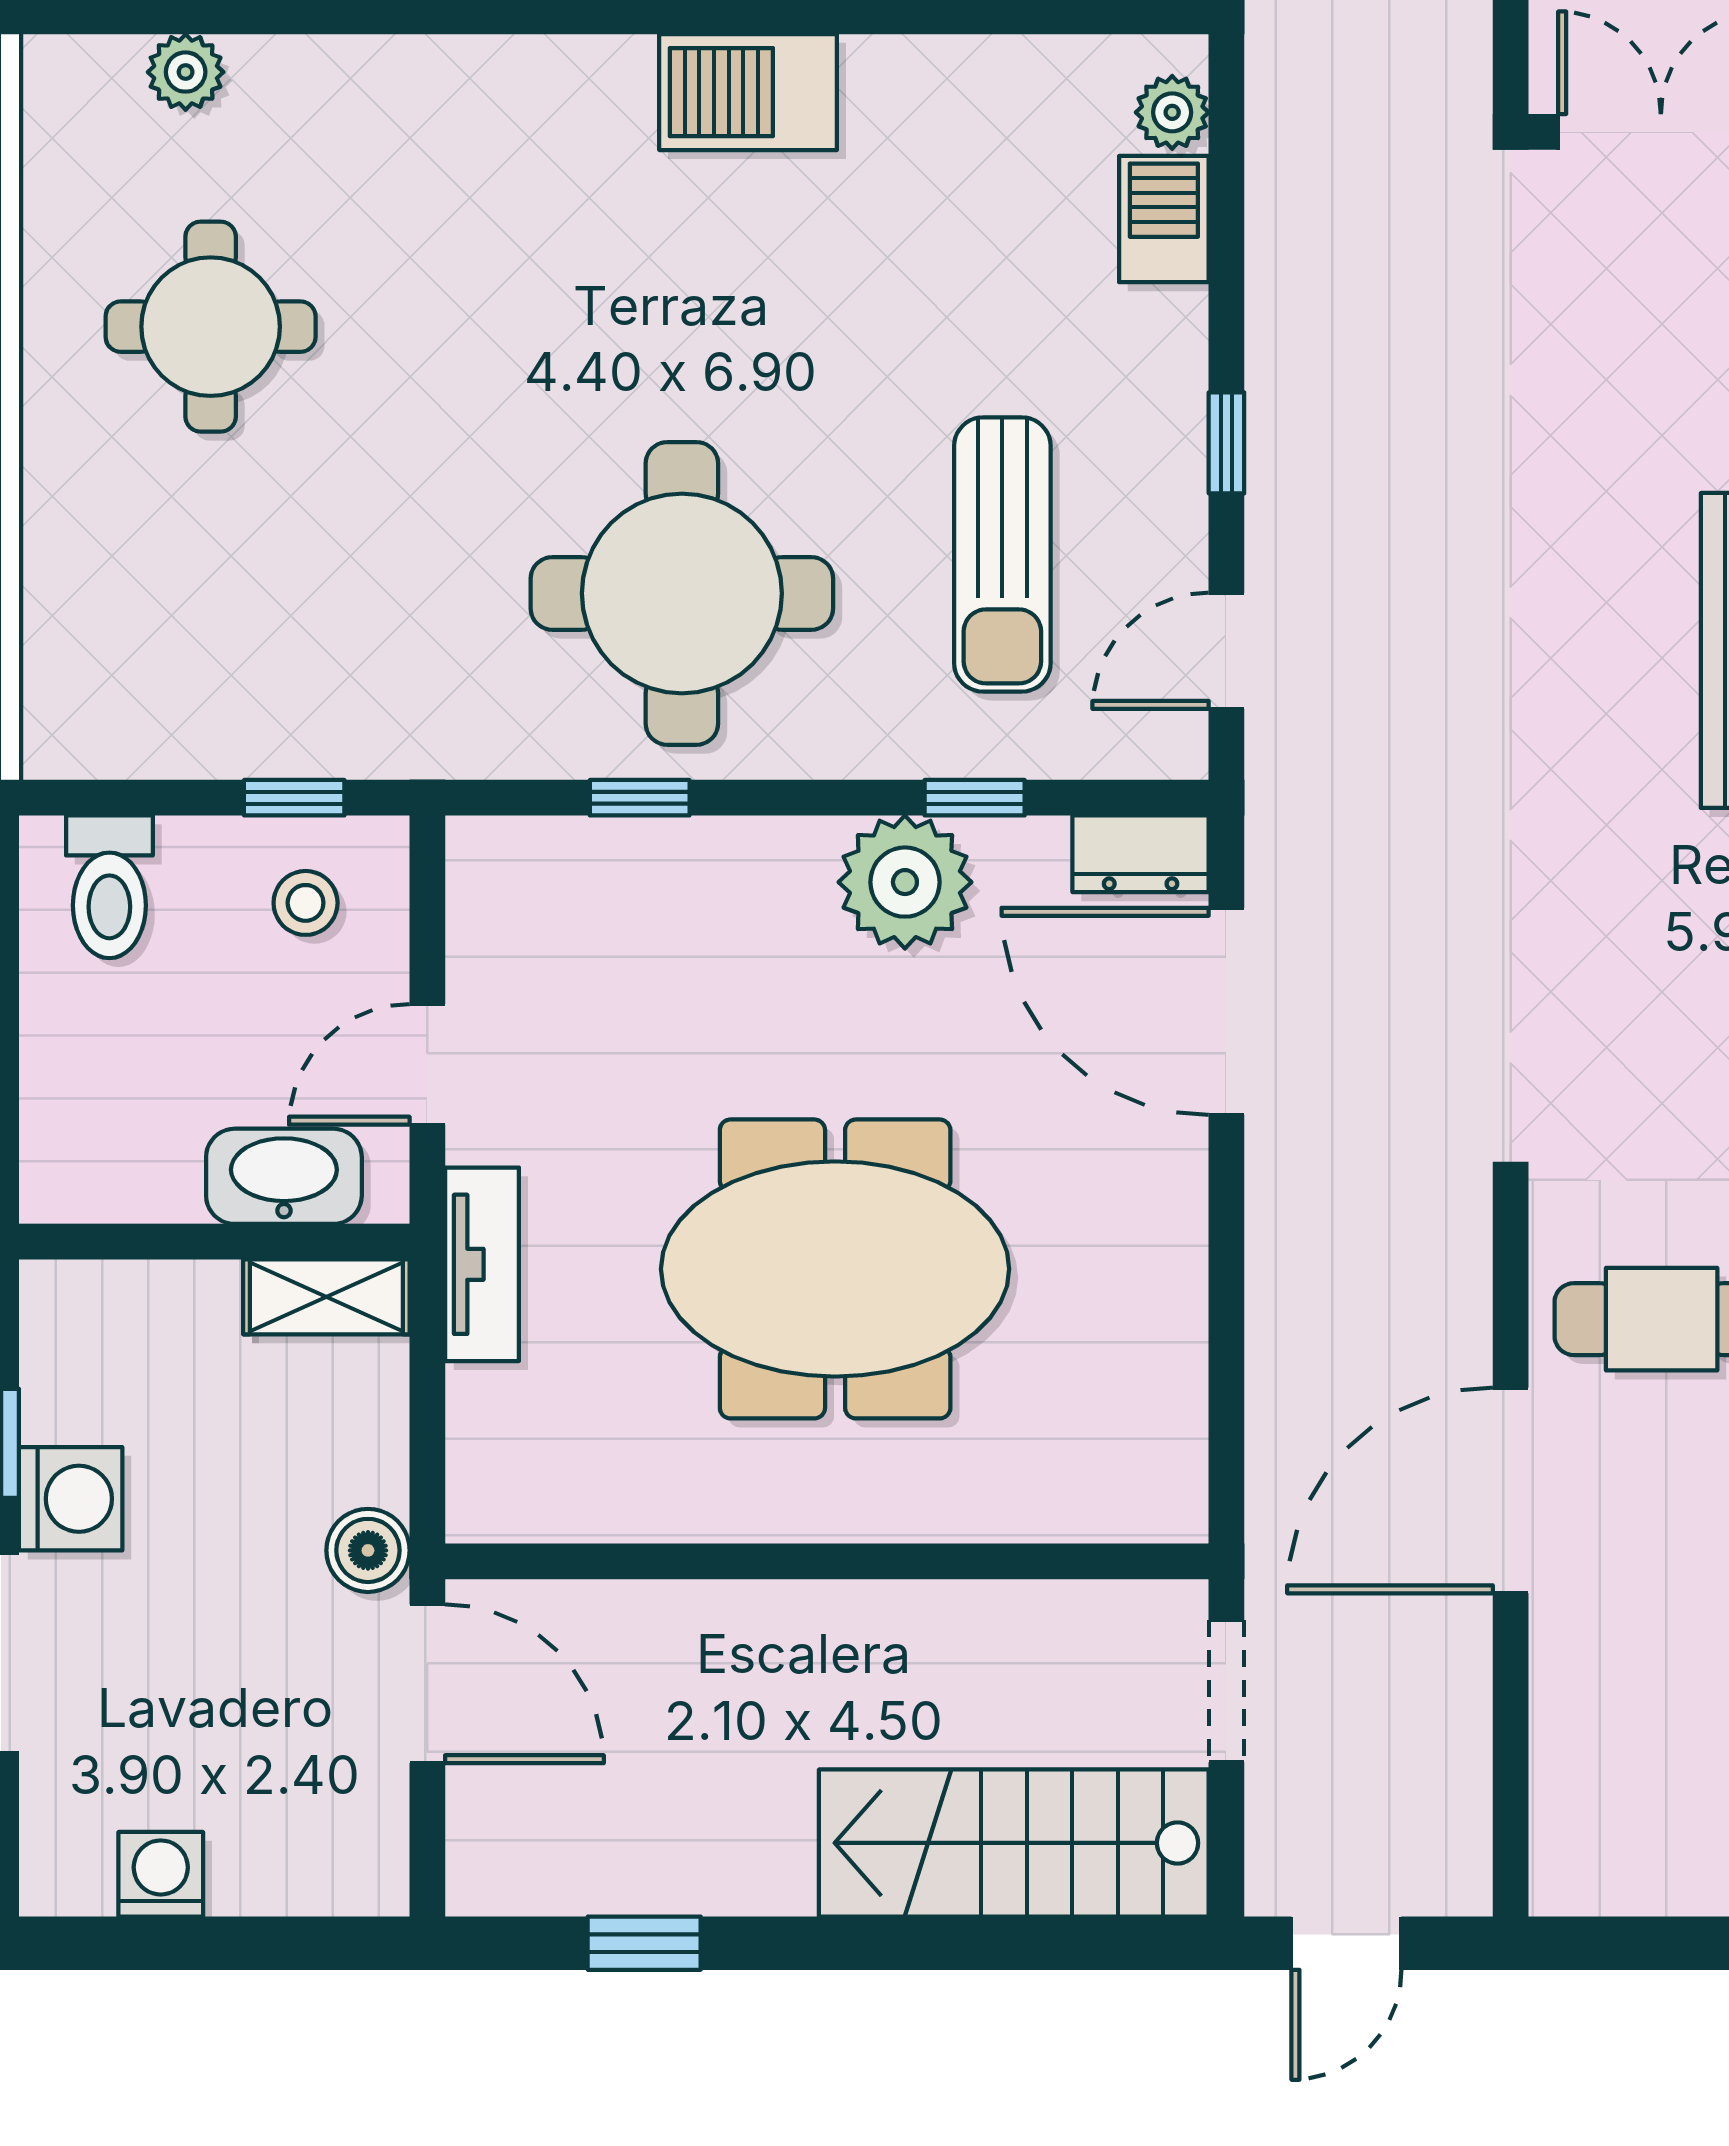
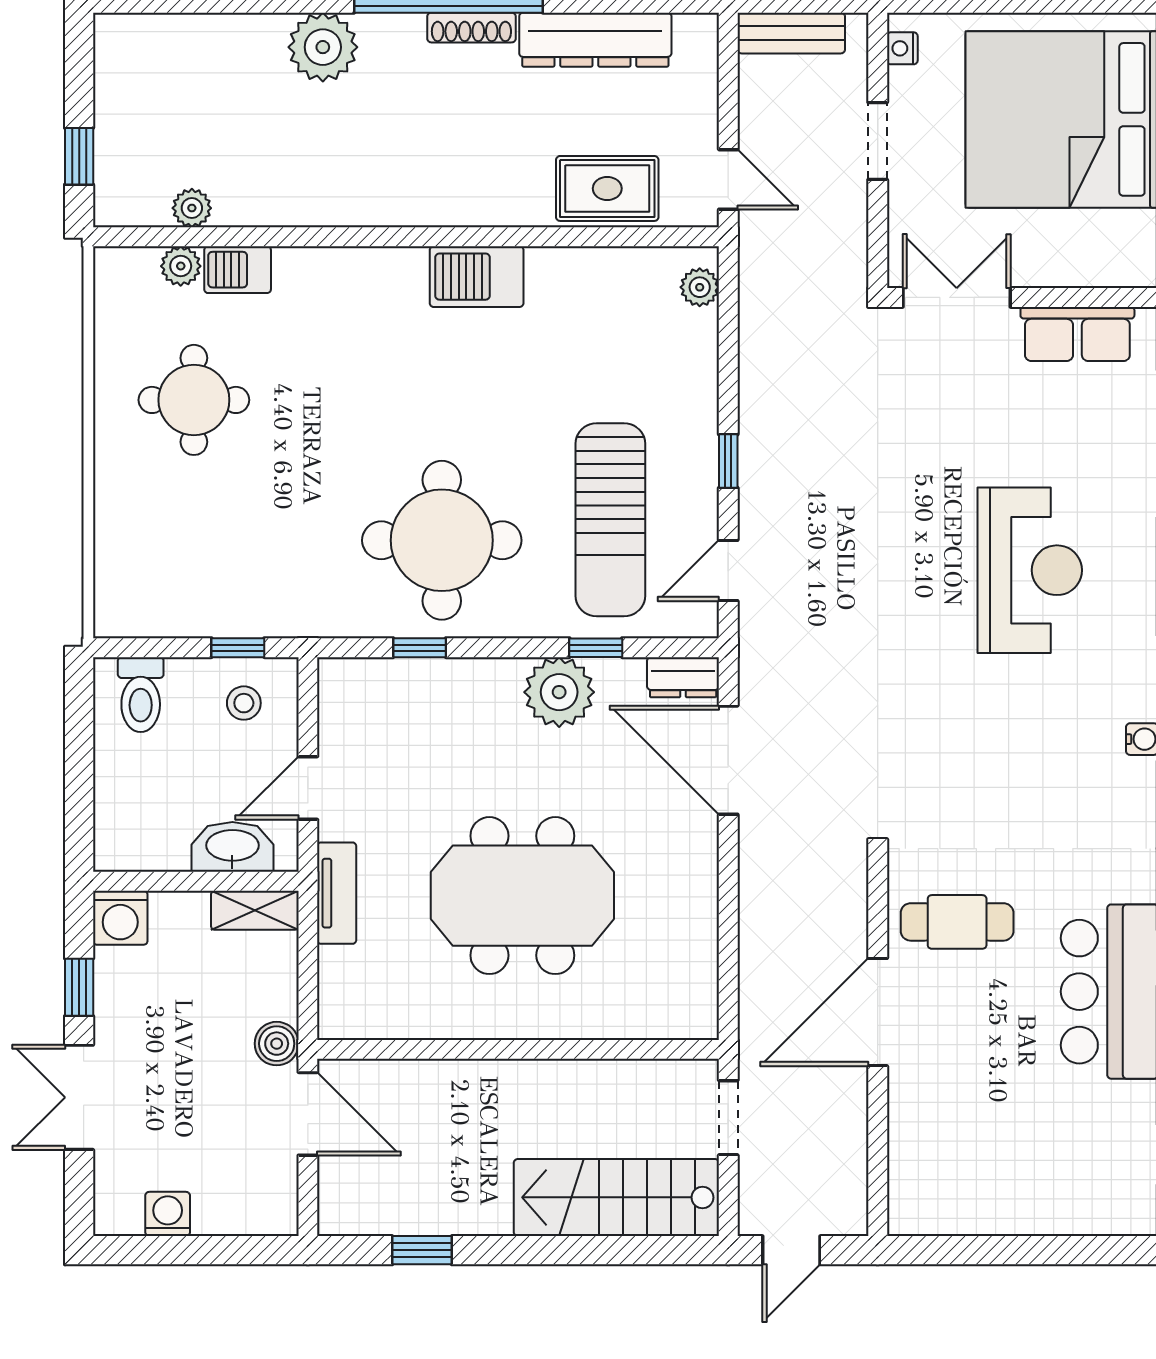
barbecue: (1164, 219) -> (238, 270), moved, turned -90
sun lounger: (1002, 554) -> (610, 520), width x1.36, depth x1.34
washing machine: (71, 1499) -> (120, 918), moved, turned 90

